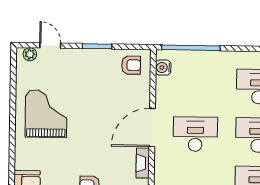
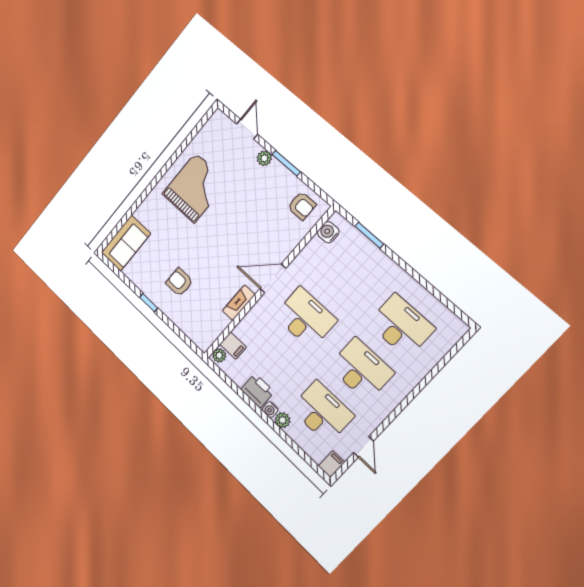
window: (191, 48) -> (369, 235), width x0.47
plant: (30, 54) -> (264, 158), moved
door: (152, 128) -> (273, 278), width x0.73

